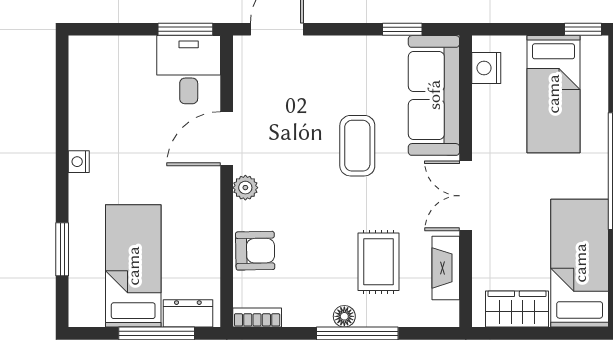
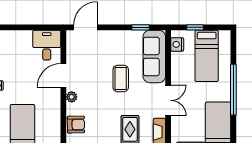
window: (185, 29) -> (45, 27), removed
window: (583, 29) -> (195, 27), moved
double door: (466, 196) -> (168, 100), swing flipped

